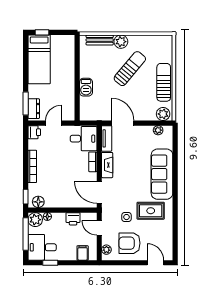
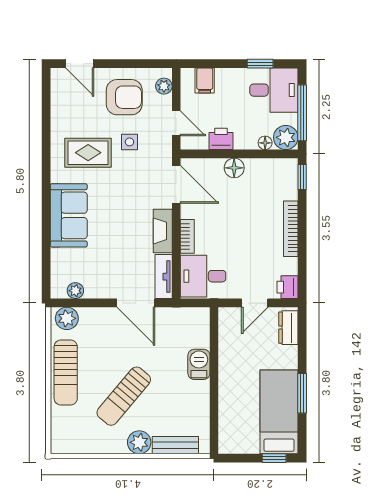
window: (26, 104) -> (302, 393), moved
sofa: (162, 174) -> (69, 215), width x0.73
floor lamp: (38, 202) -> (234, 168), moved

